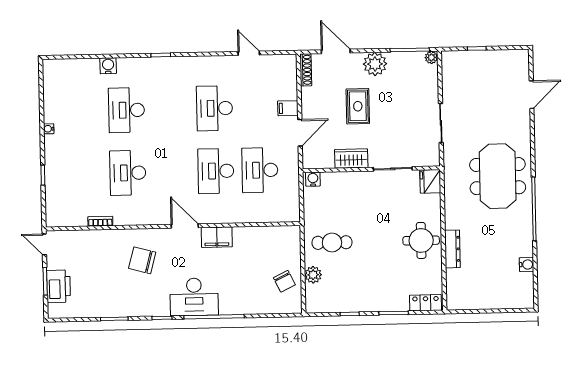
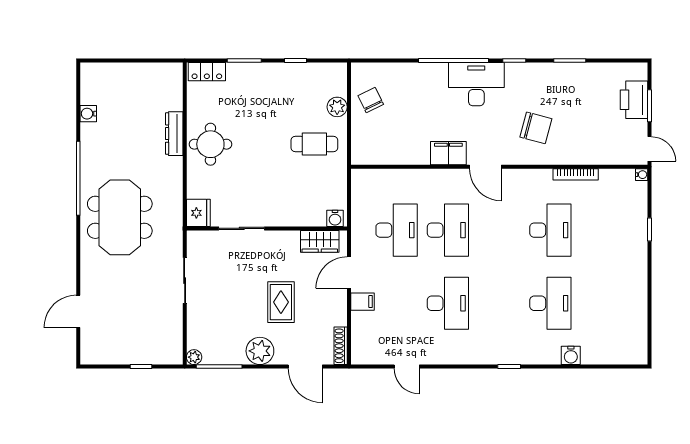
water cooler: (49, 129) -> (642, 175), moved
wardrobe: (351, 159) -> (320, 241), moved
bookcase: (100, 221) -> (576, 174), width x1.56

